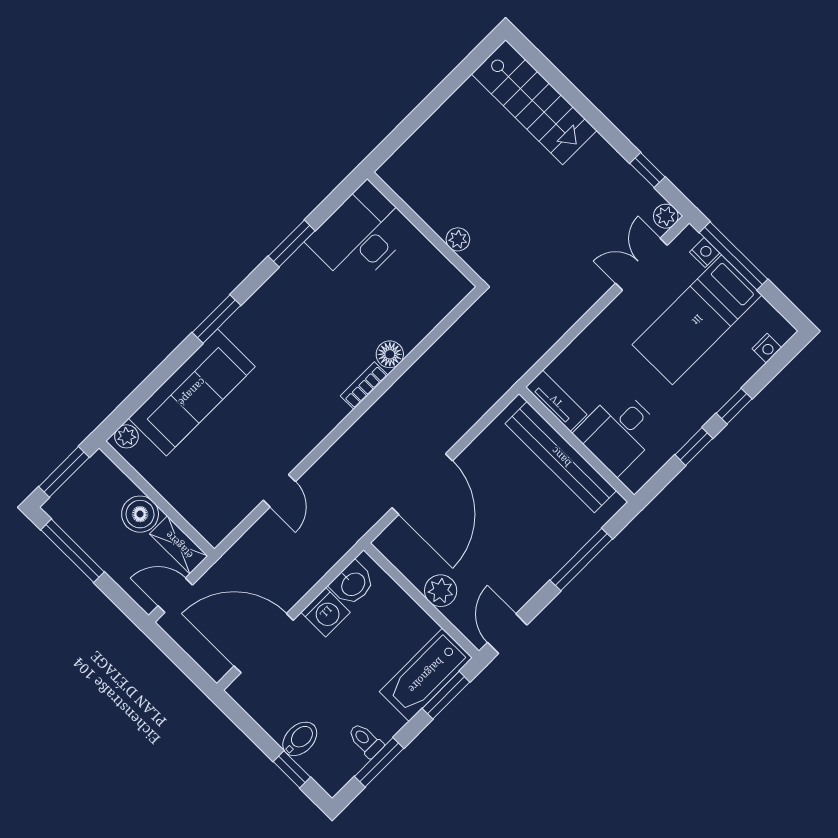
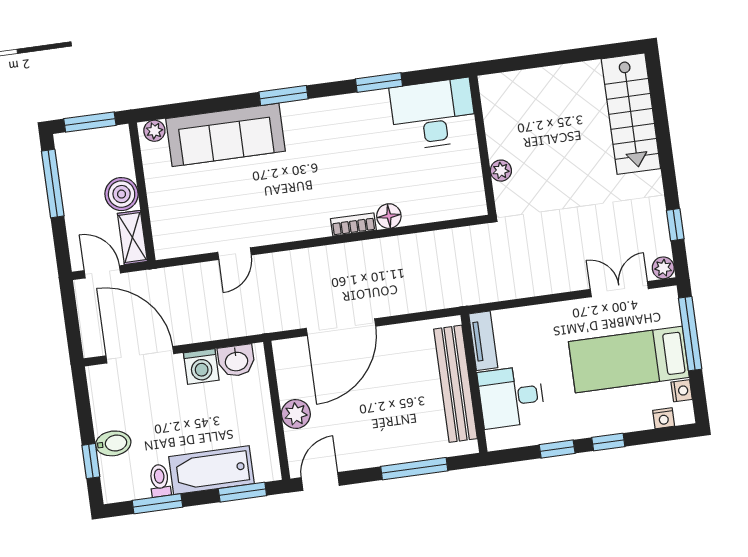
nightstand: (705, 252) -> (682, 391), moved
bathtub: (426, 675) -> (211, 470), moved

